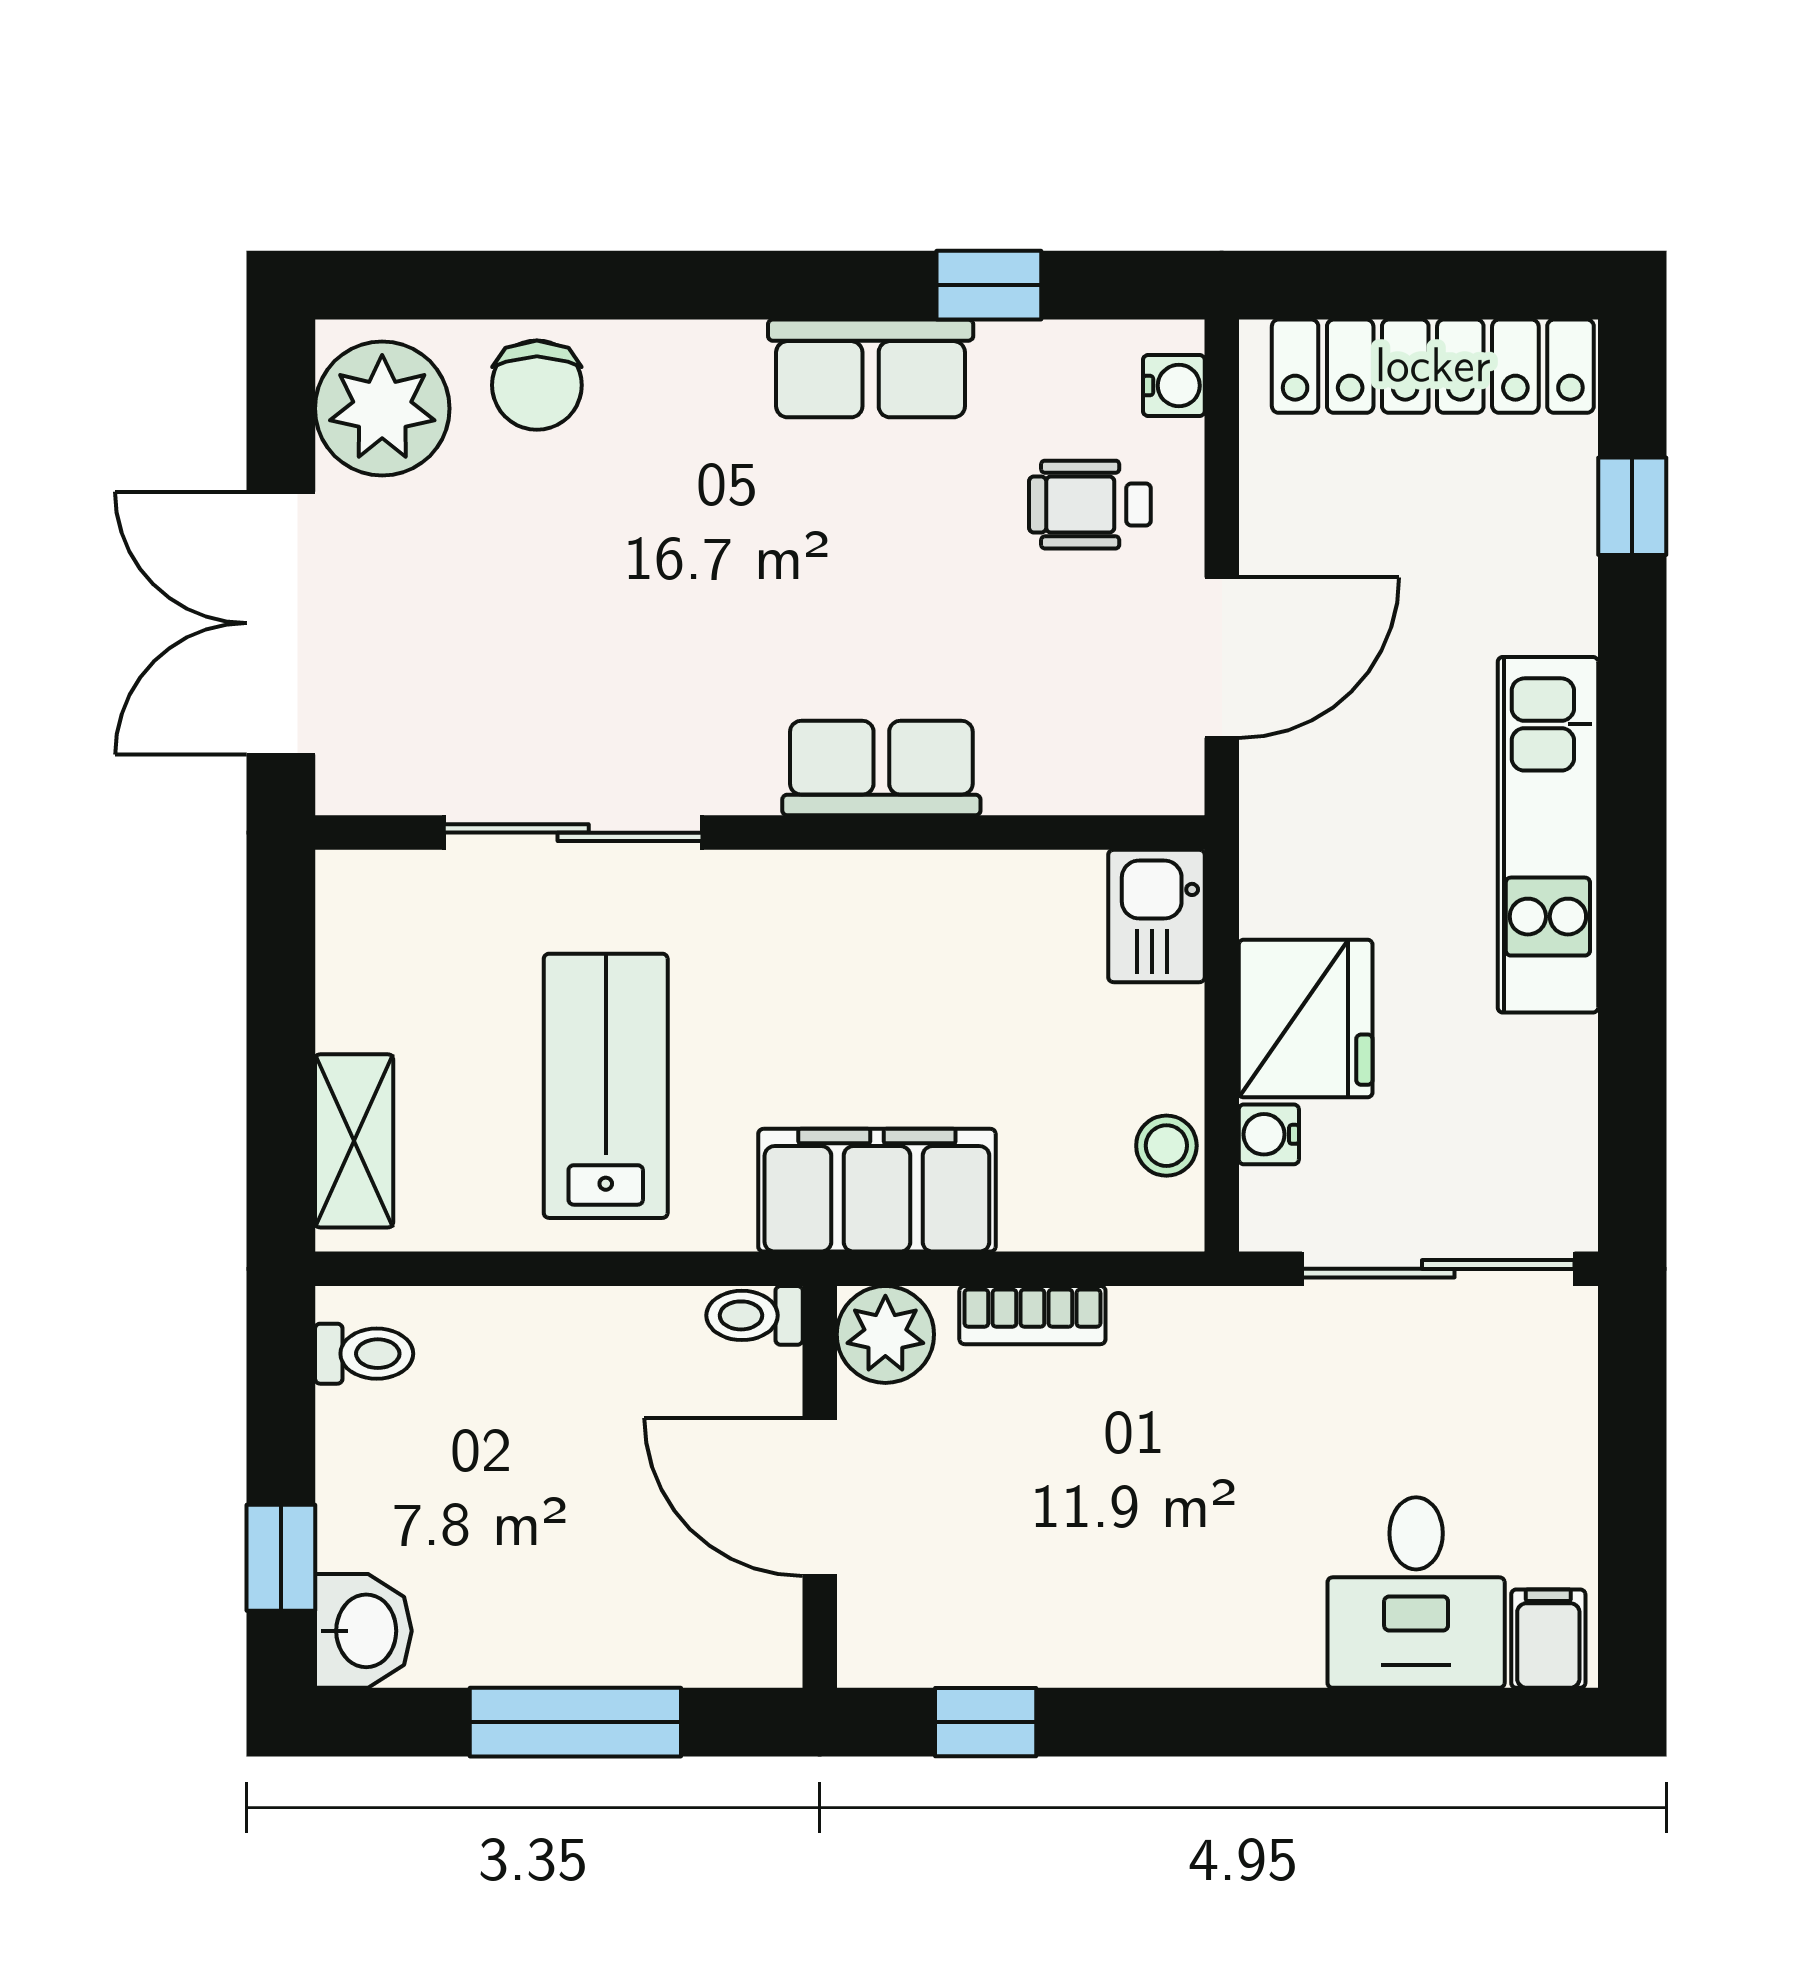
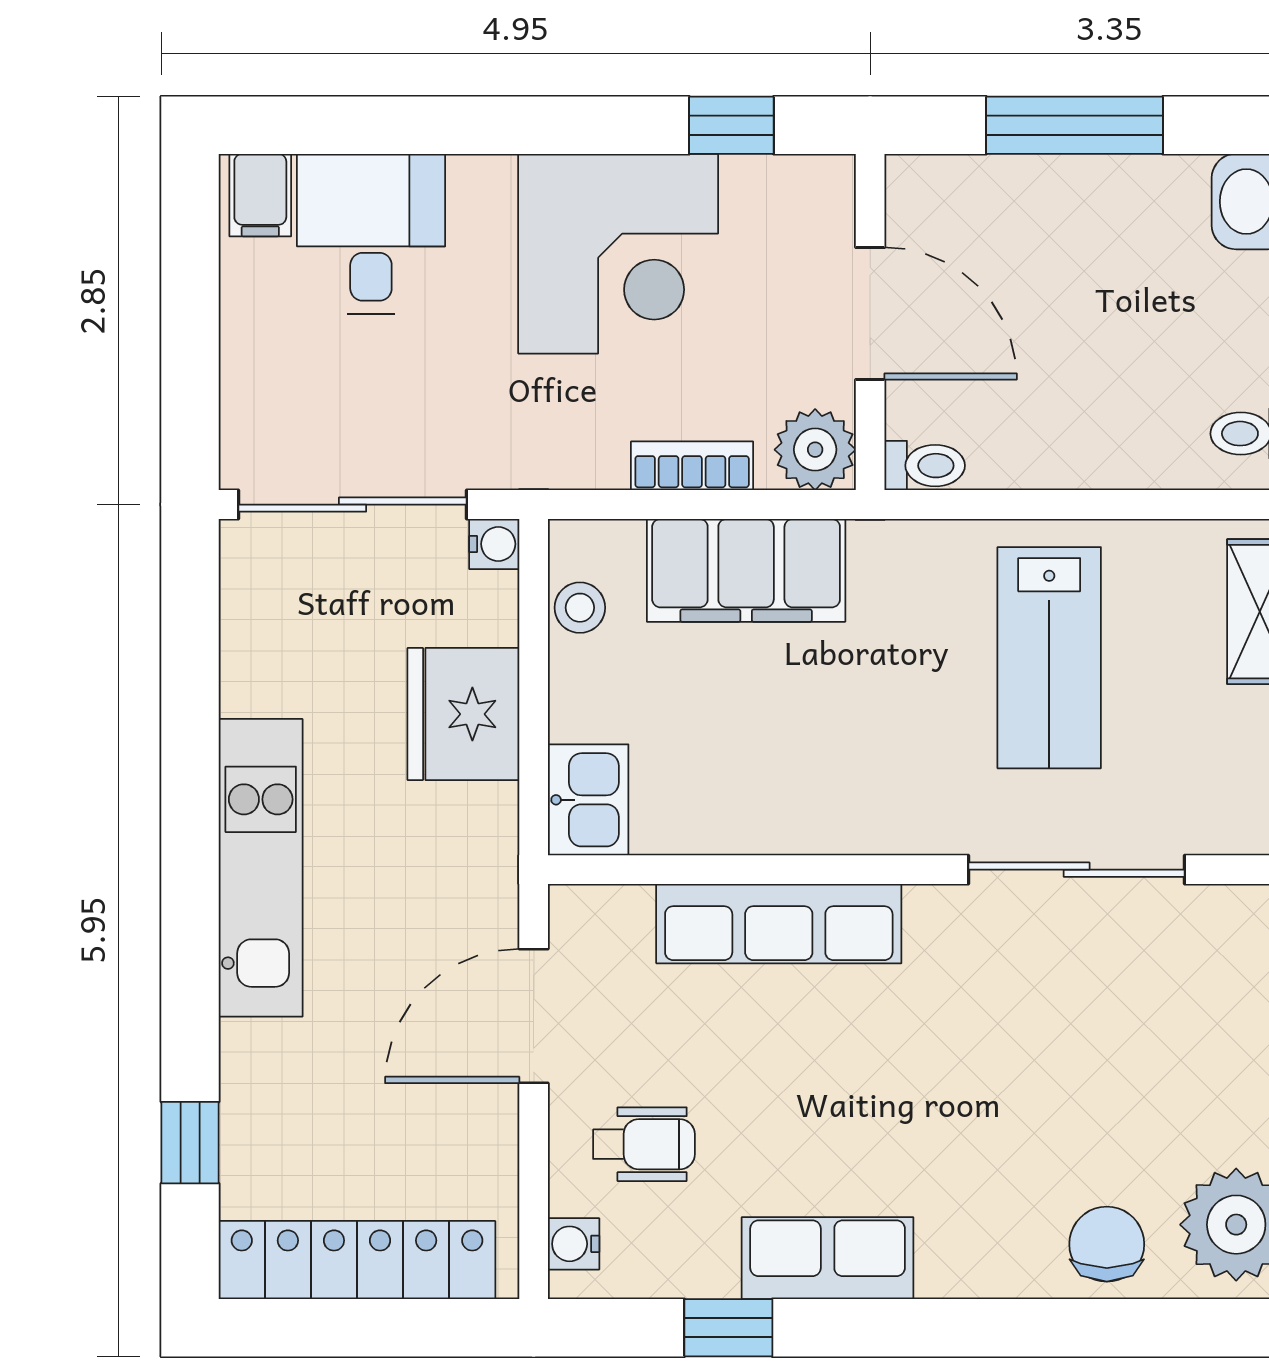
row of seats: (881, 768) -> (779, 924), width x1.48
water cooler: (1269, 1134) -> (494, 544), moved
filing cabinet: (877, 1190) -> (746, 570), moved
corner desk: (1121, 1569) -> (618, 254), added

